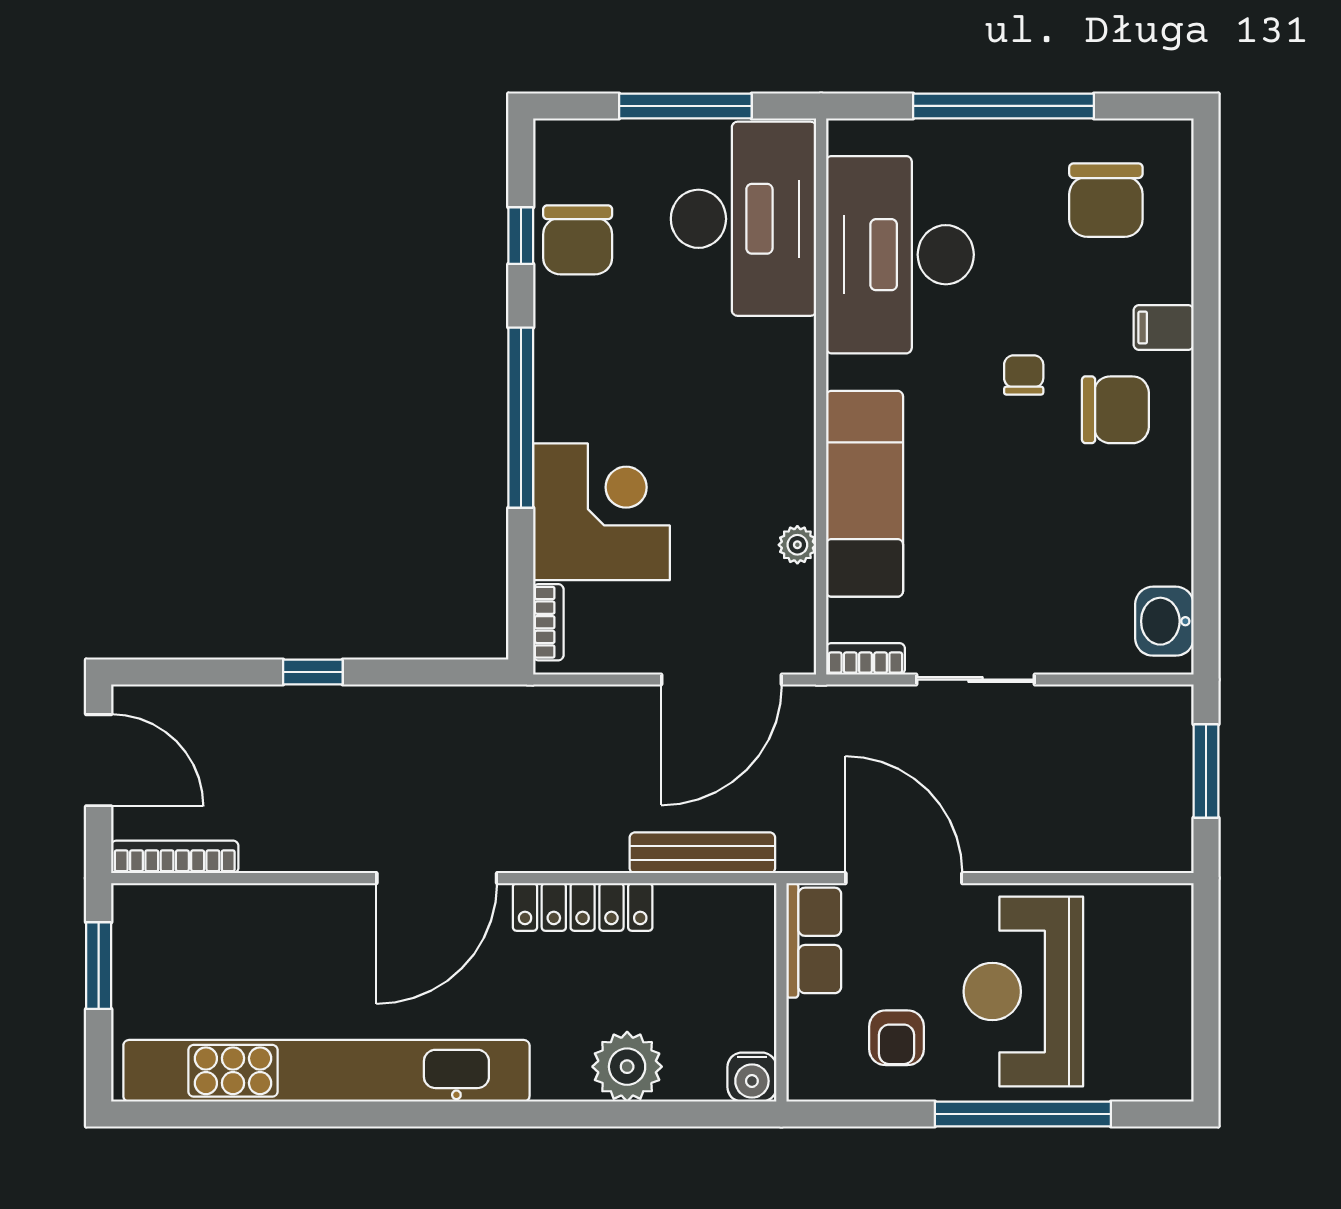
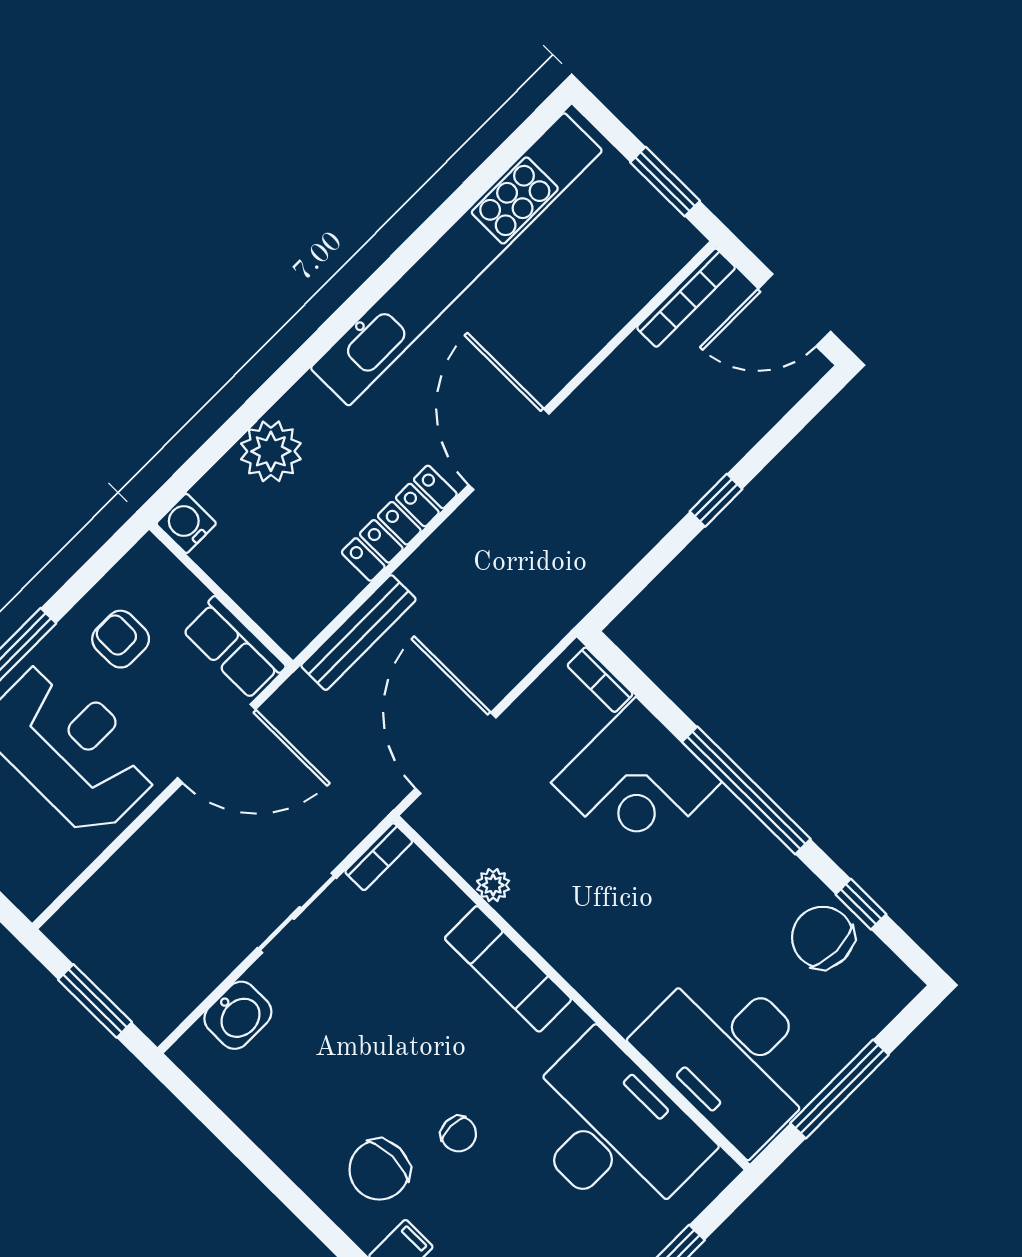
exam couch: (865, 494) -> (508, 969), width x0.73, depth x0.69
washbasin: (1164, 621) -> (238, 1015), moved, turned 90

